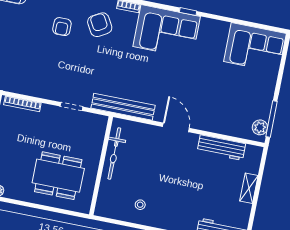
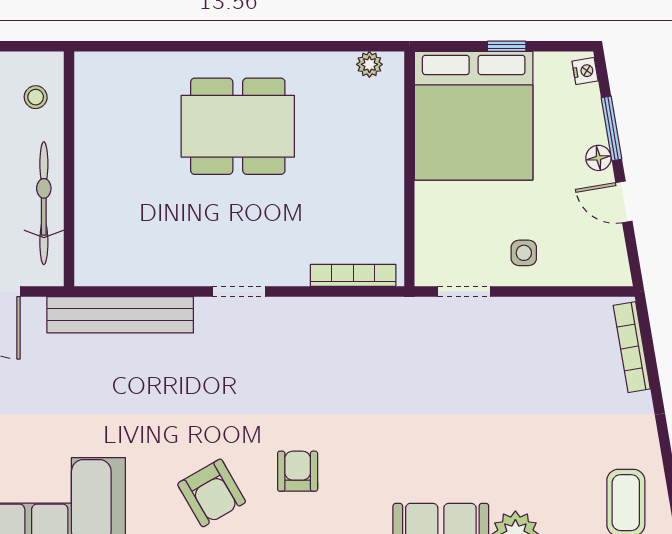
bicycle: (114, 153) -> (44, 203), moved
wall: (101, 166) -> (69, 169), moved

